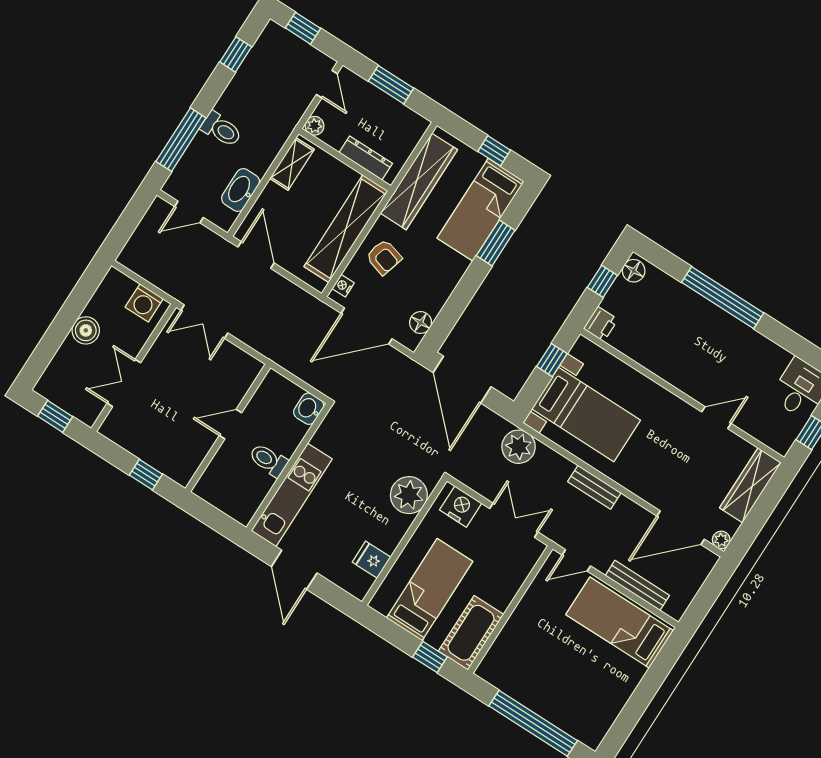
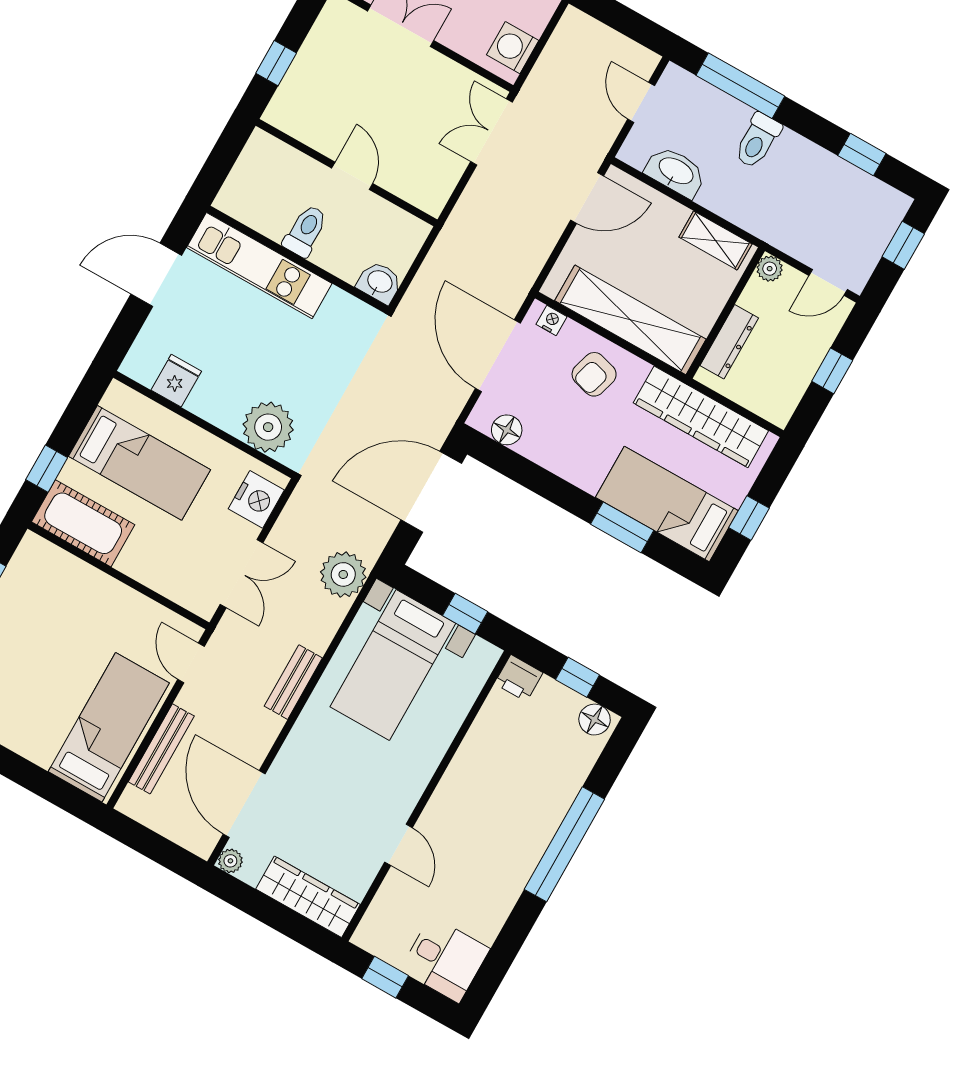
window: (391, 85) -> (832, 371), width x0.67

